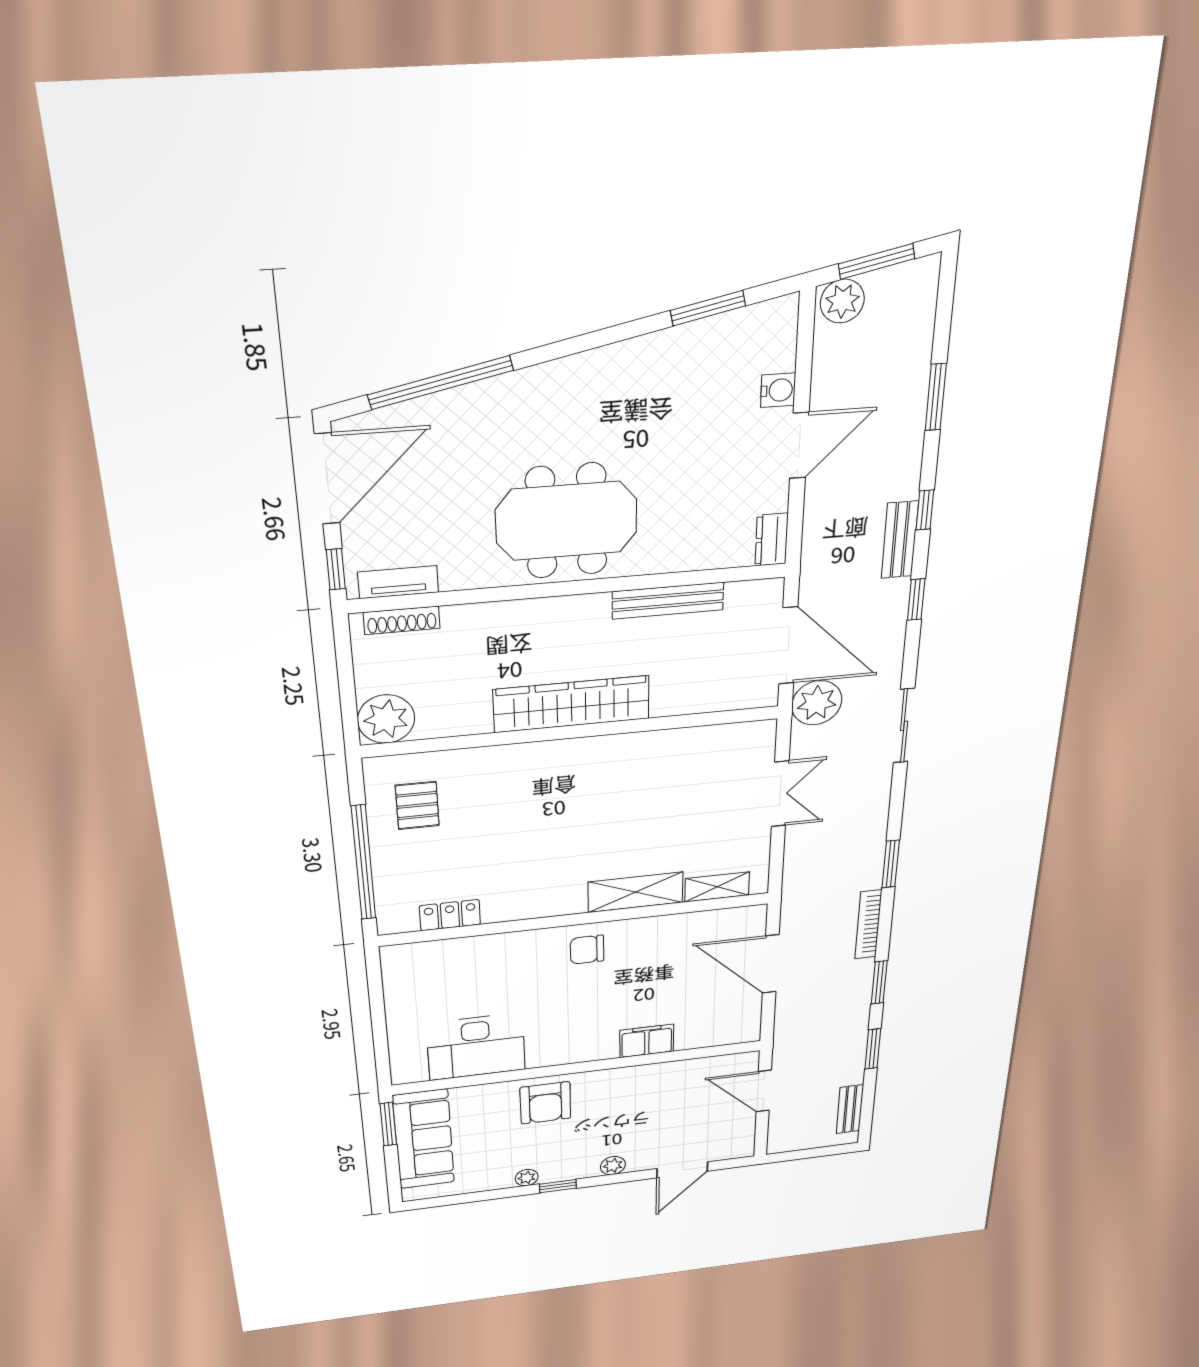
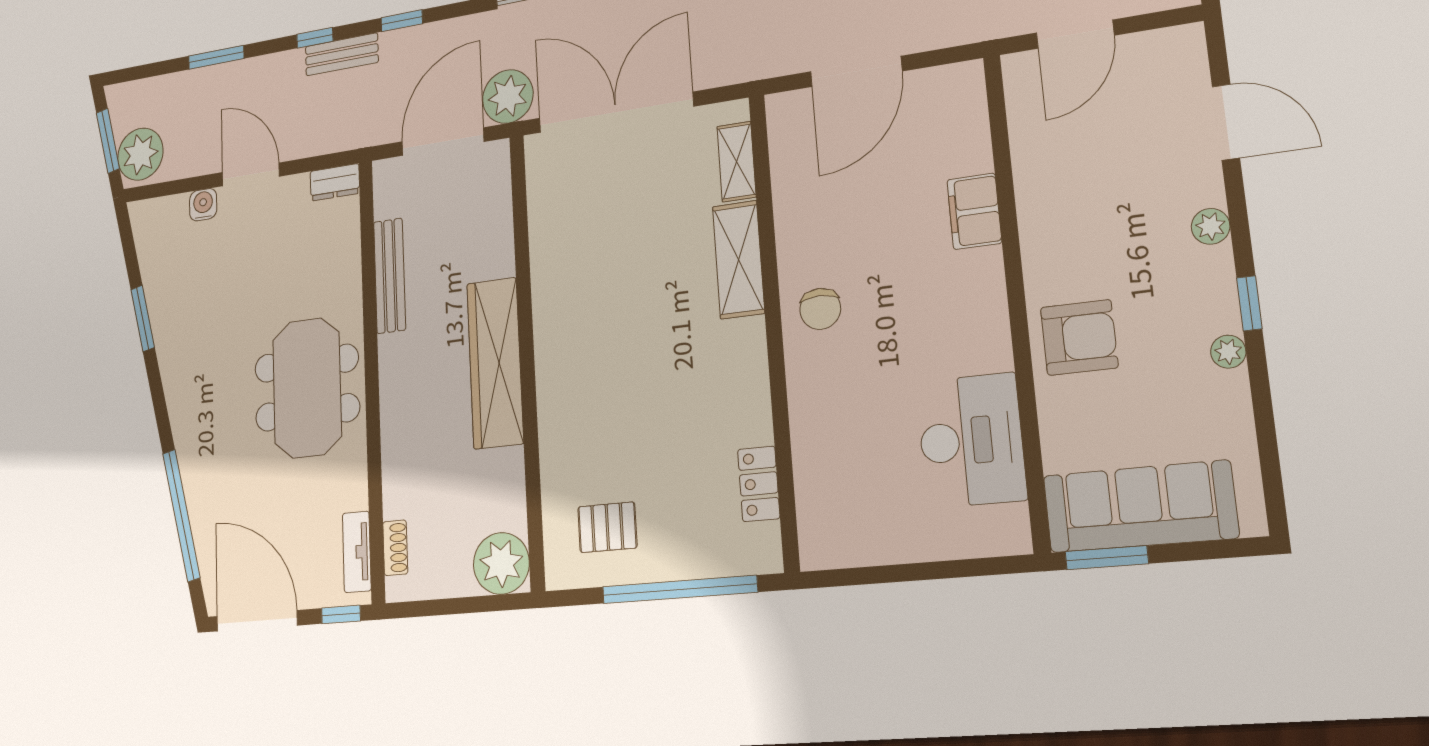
plant: (842, 301) -> (140, 154), width x1.36, depth x1.36
window: (708, 308) -> (143, 318), moved
shoe rack: (402, 620) -> (395, 548), width x0.70
double door: (780, 794) -> (615, 112), width x1.87

